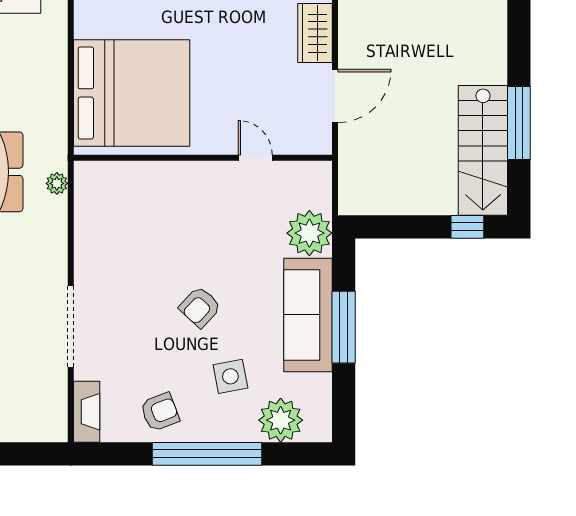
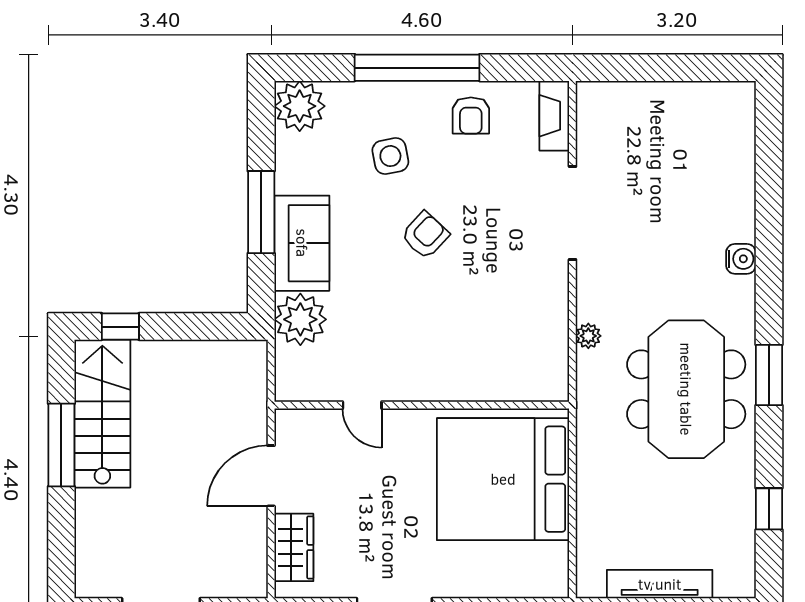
plant: (57, 183) -> (588, 336), moved
sofa: (308, 315) -> (302, 243), width x0.73
armchair: (160, 412) -> (471, 116), turned -69
plant: (281, 420) -> (300, 106), moved

